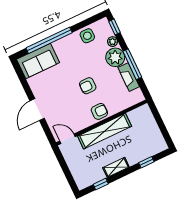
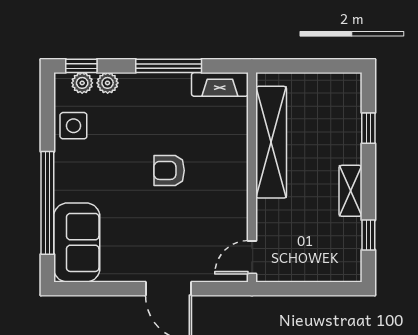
plant: (115, 57) -> (82, 83), moved, width x0.53, depth x0.53
fireplace: (129, 77) -> (220, 84), moved
armchair: (88, 86) -> (169, 170), turned 90
armchair: (99, 111) -> (229, 172), removed
shelving: (105, 131) -> (271, 142), moved

